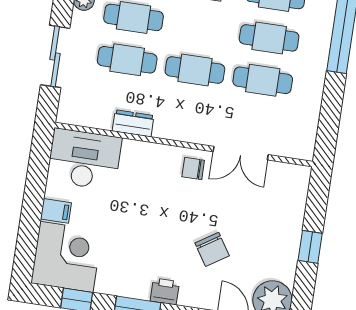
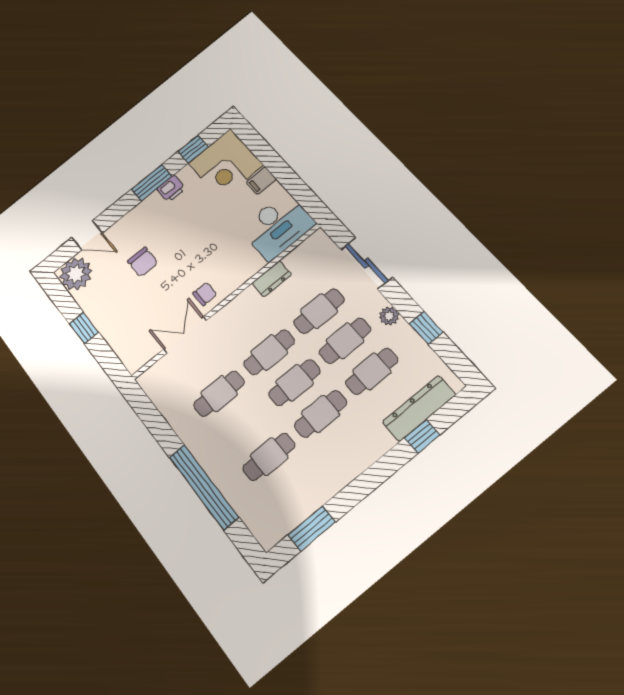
cafe table: (269, 38) -> (294, 383), moved
chair: (212, 249) -> (143, 262), turned -147
printer: (165, 291) -> (171, 189), moved

